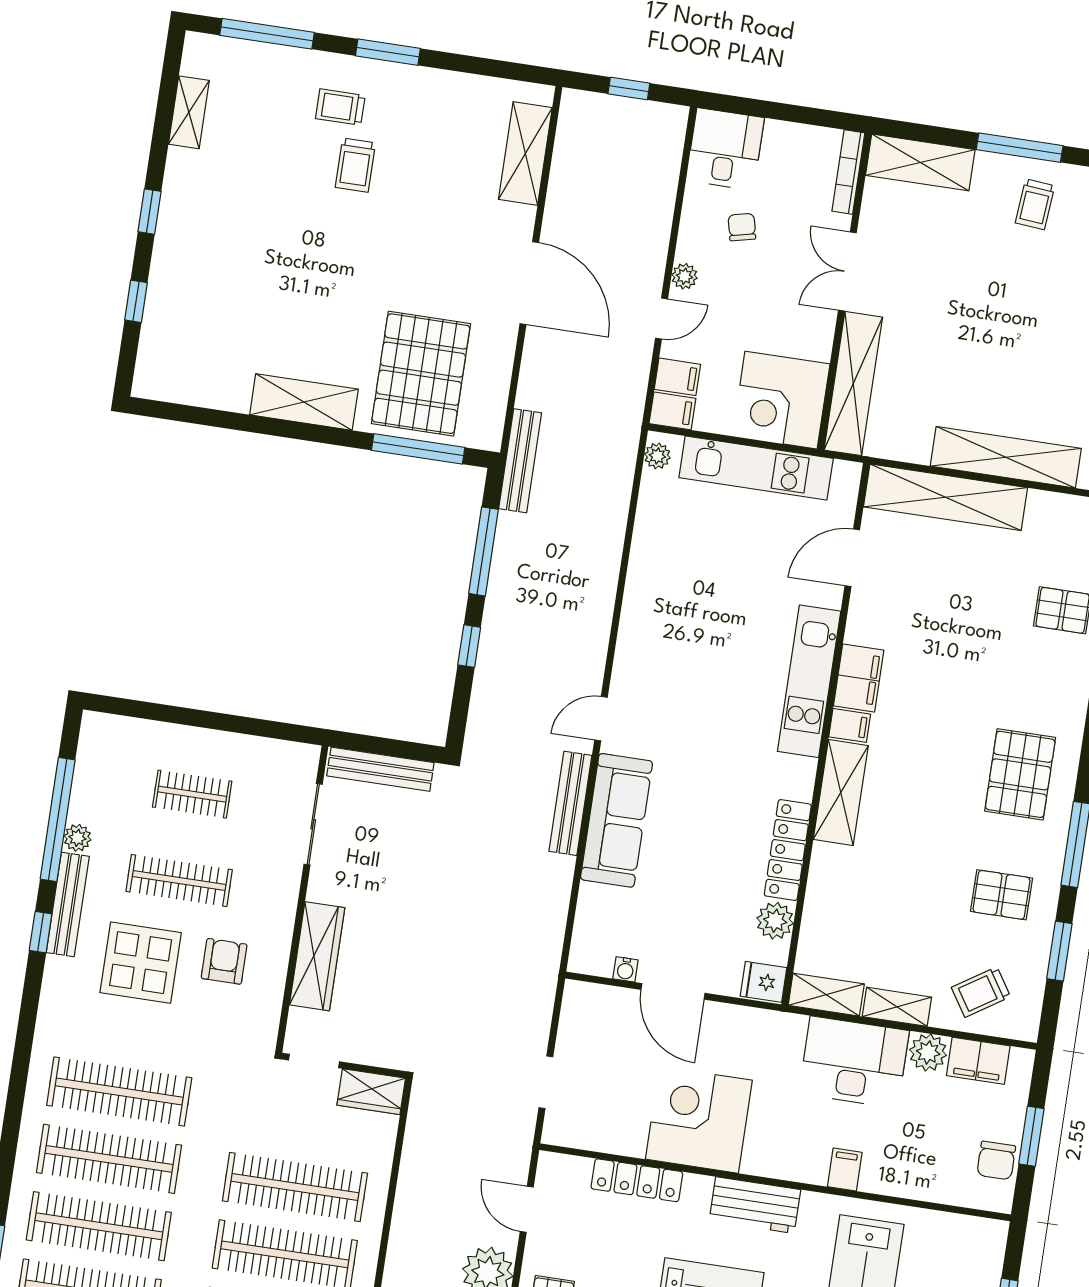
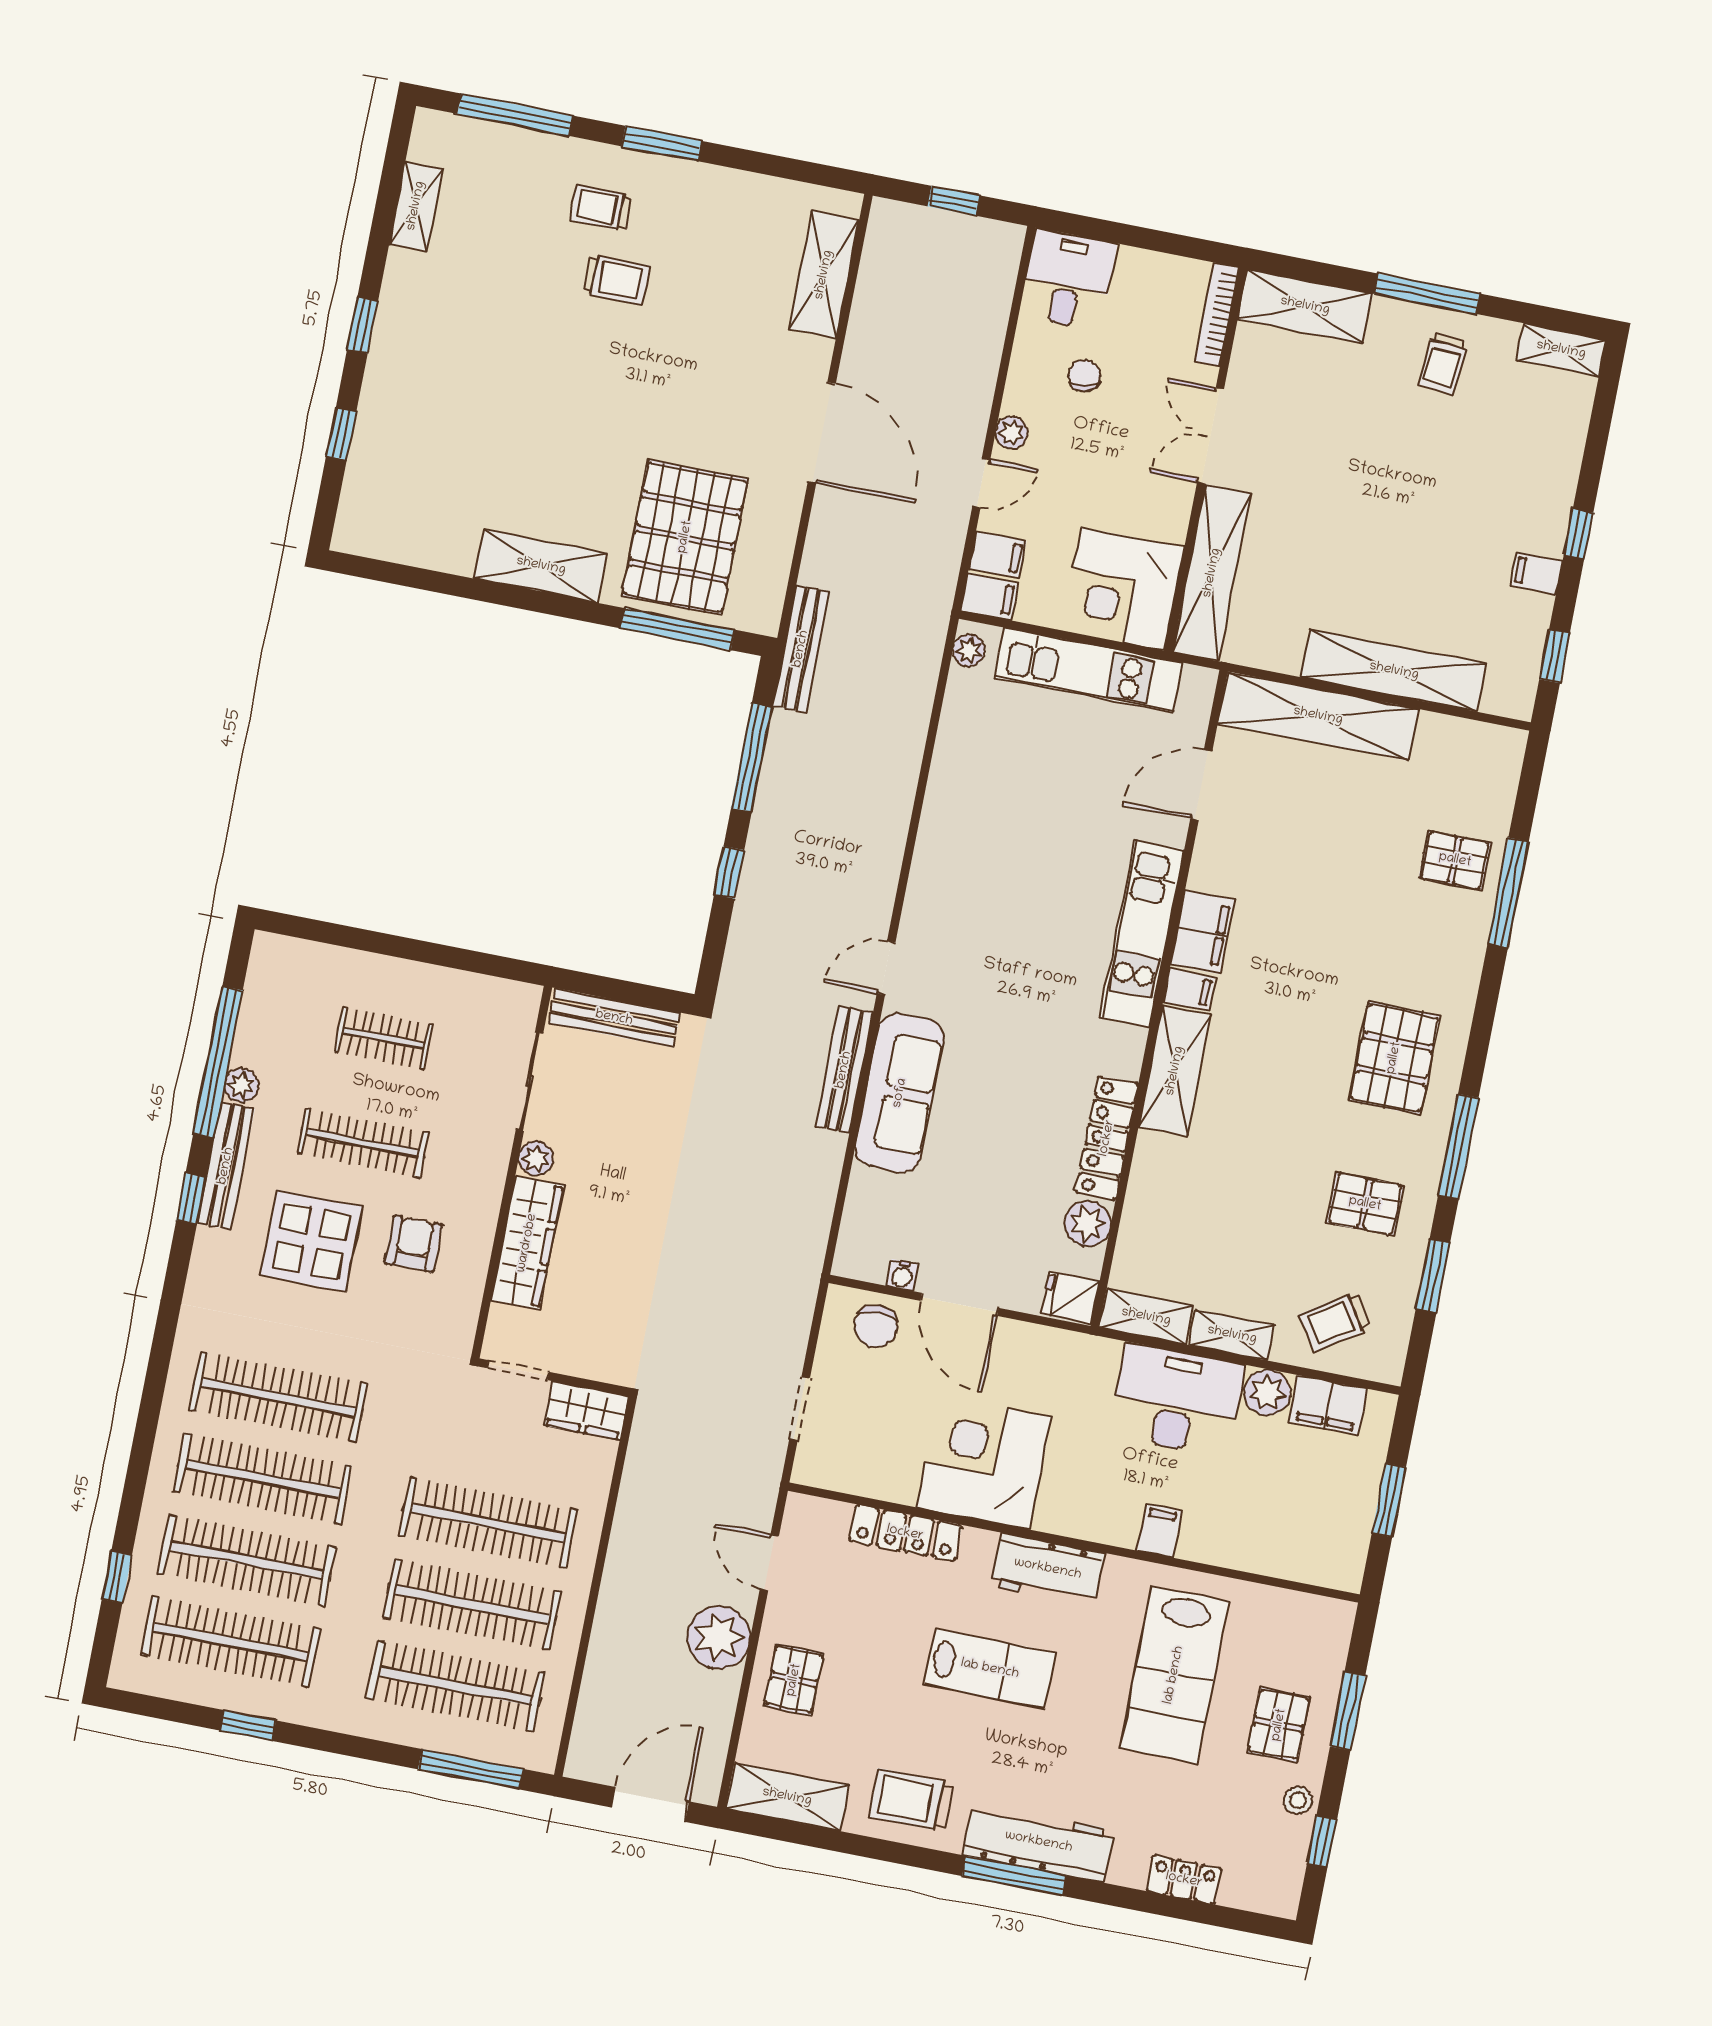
trolley: (355, 165) -> (616, 280), turned -90
plant: (321, 887) -> (536, 1159), added
chair: (996, 1160) -> (876, 1326), moved

